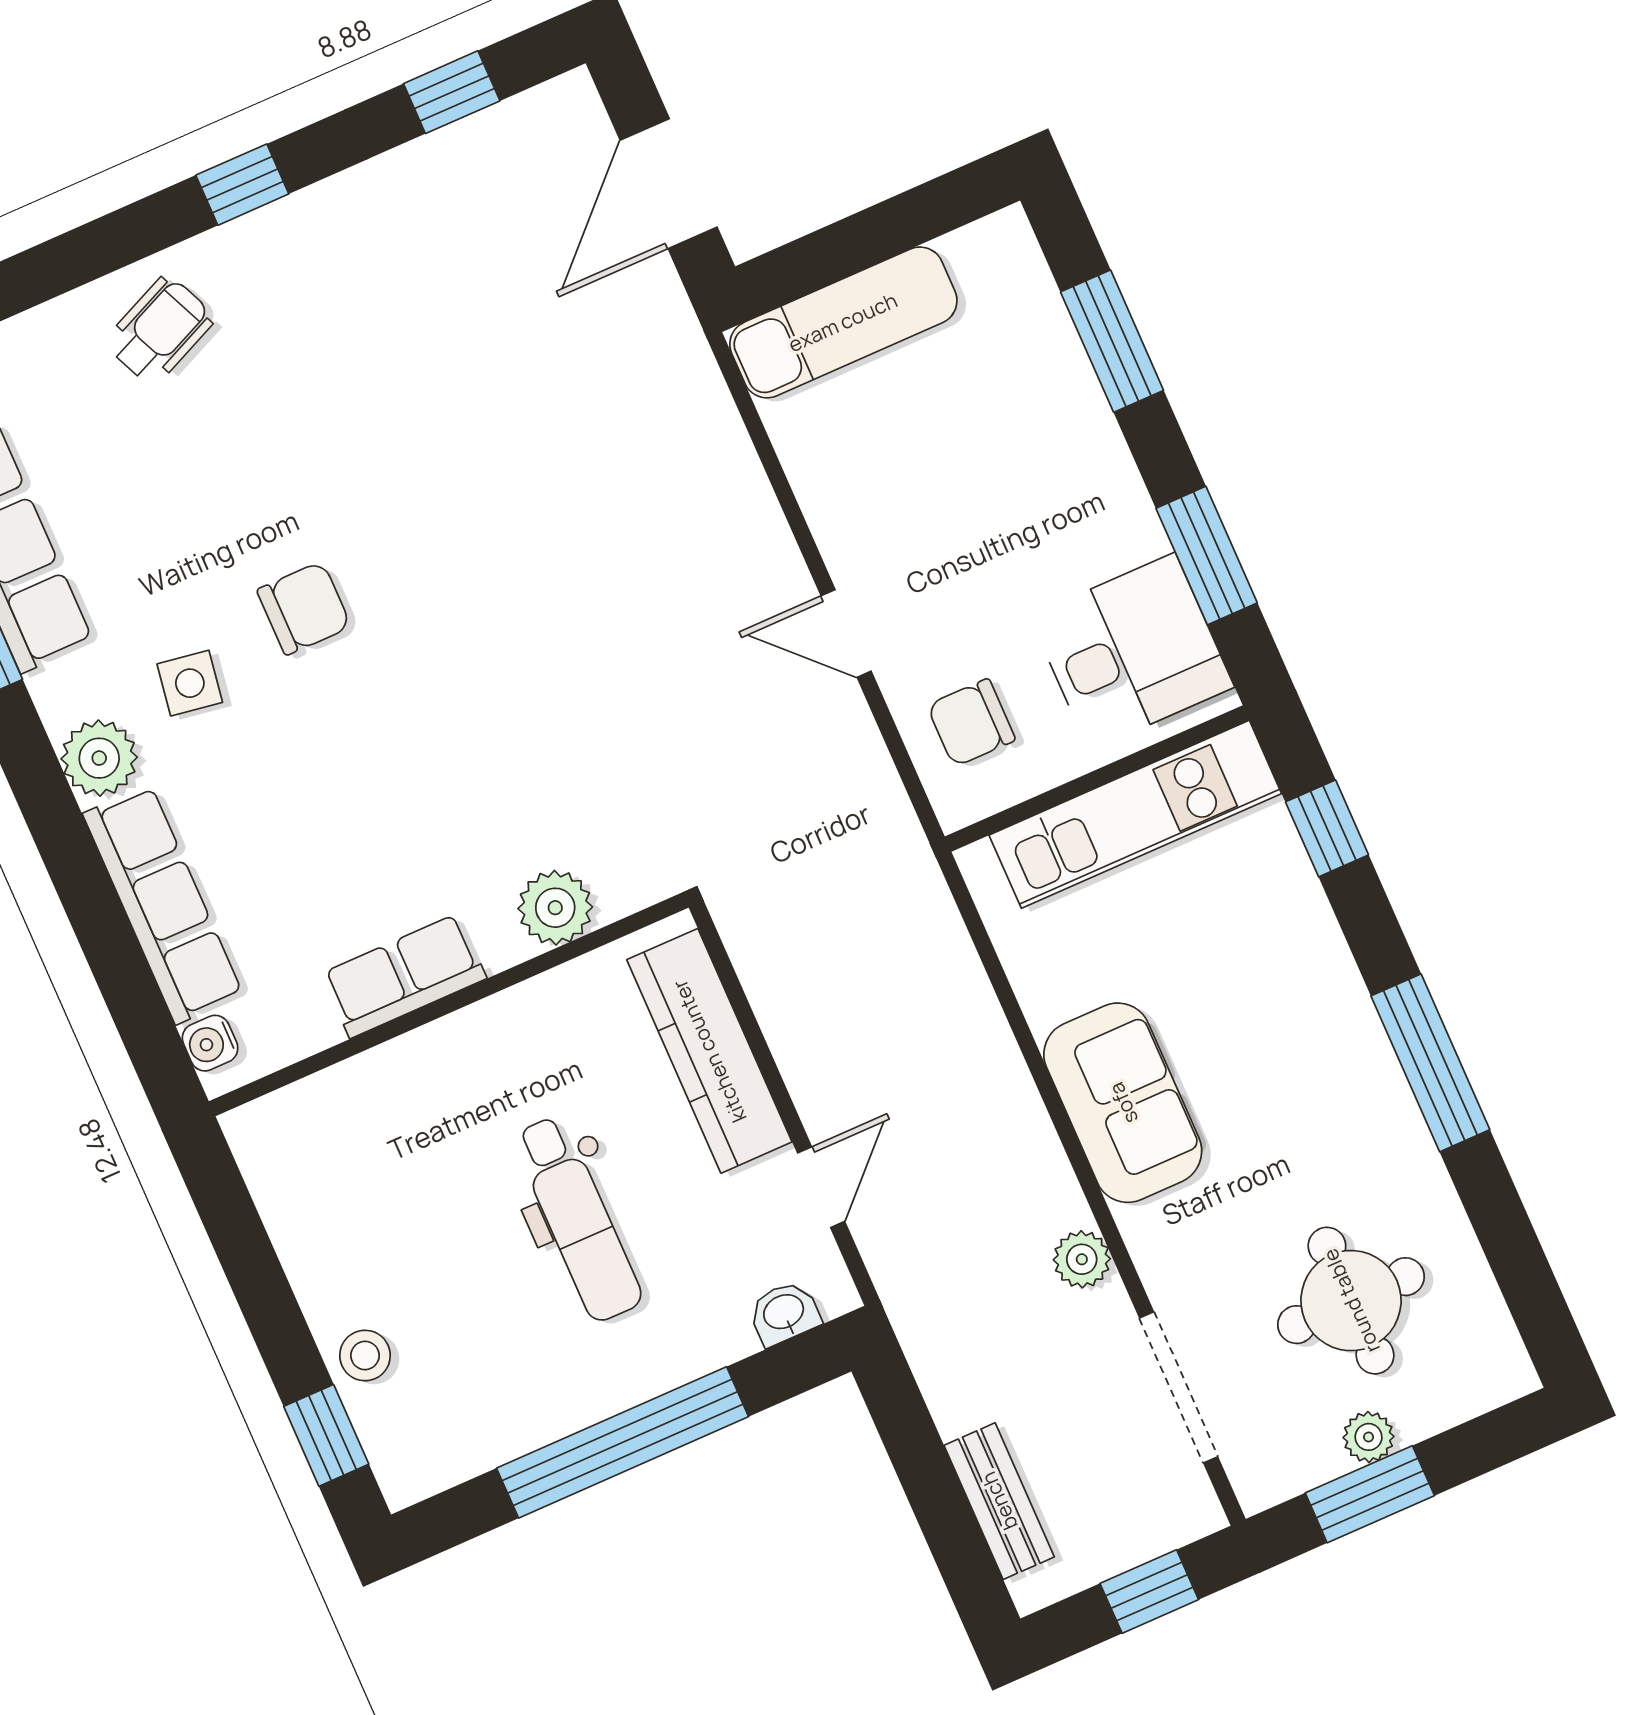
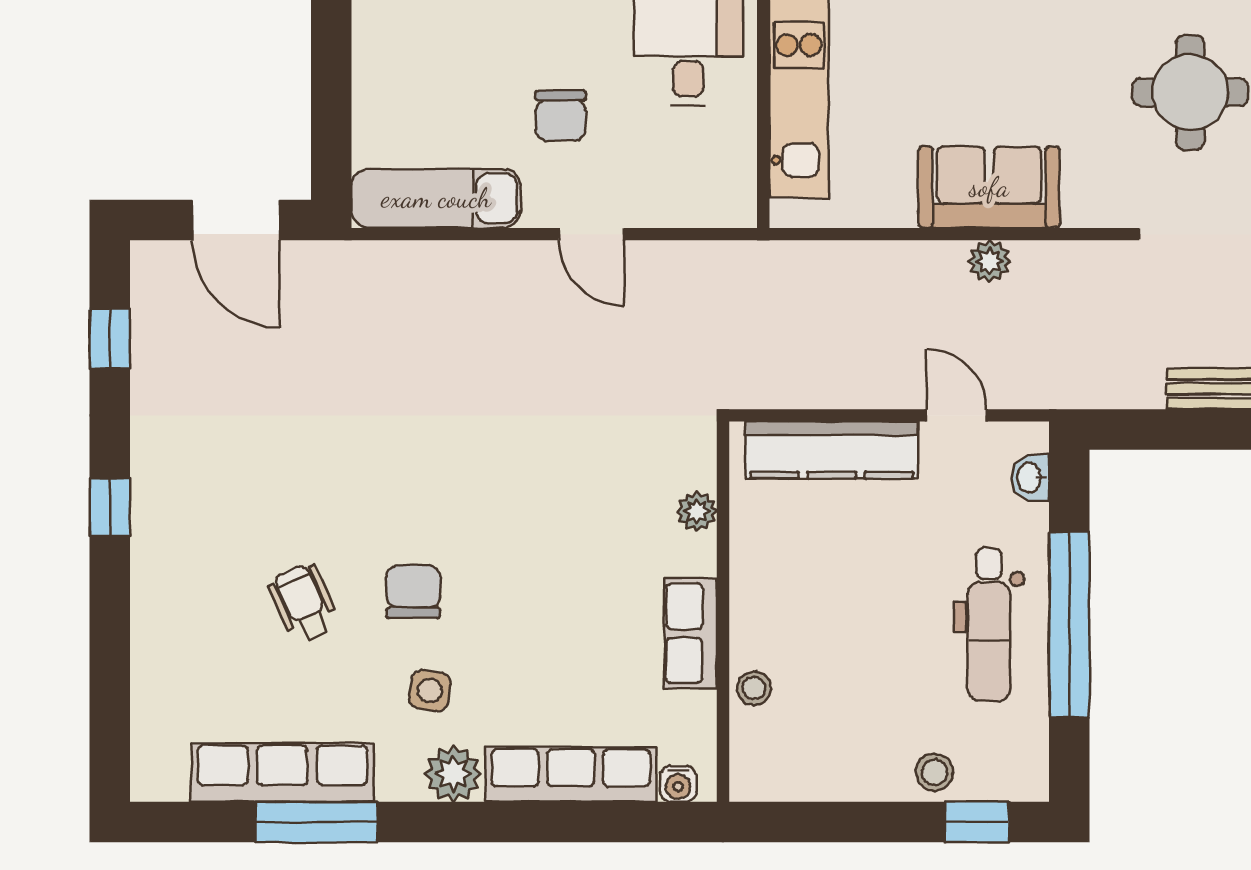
exam couch: (843, 322) -> (436, 198), moved, turned -90
wheelchair: (160, 330) -> (304, 603), moved
door: (846, 633) -> (591, 234), hinge flipped
chair: (971, 723) -> (561, 116), moved
plant: (555, 908) -> (697, 511), width x0.73, depth x0.73
stool: (371, 1085) -> (754, 688), added
dental chair: (578, 1219) -> (989, 625), moved, turned 90
plant: (1082, 1259) -> (990, 261), moved

